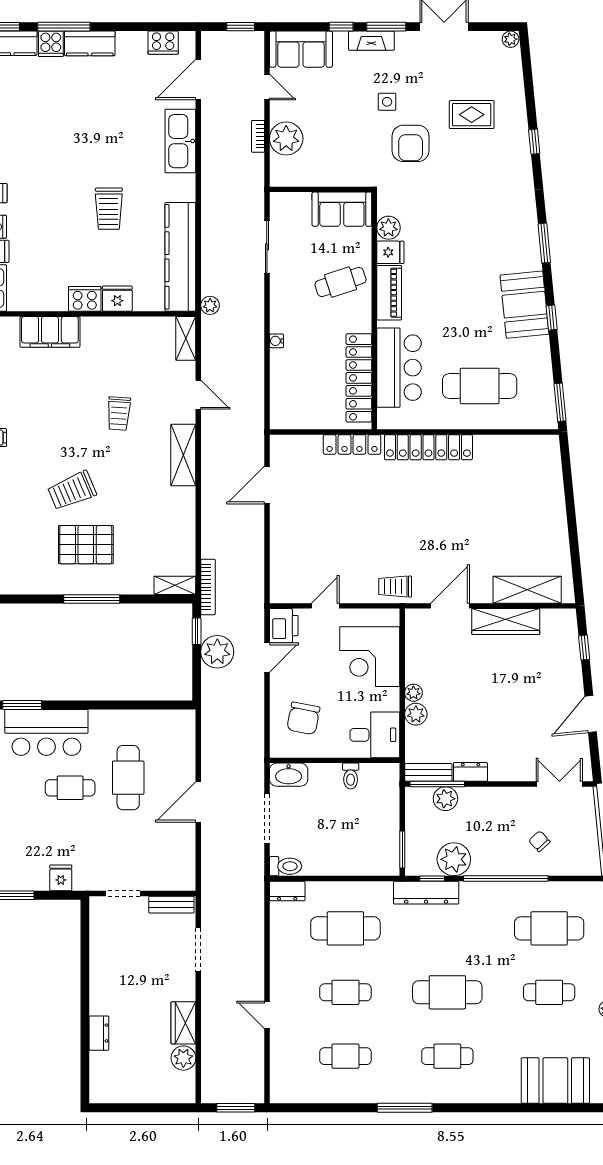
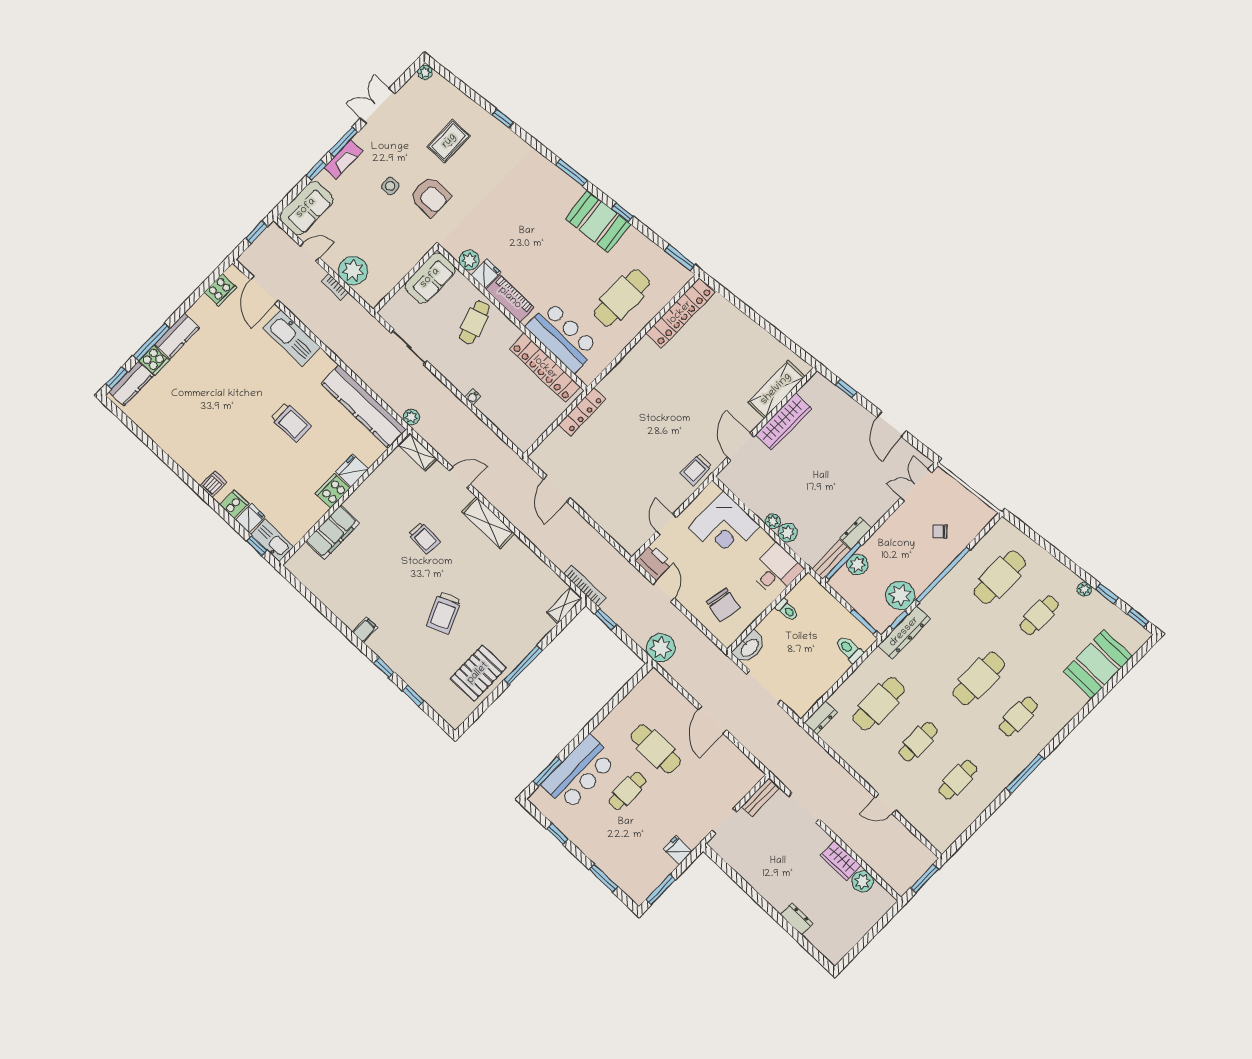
locker: (428, 447) -> (680, 313), moved
pallet: (86, 545) -> (478, 673), moved
plant: (217, 652) -> (661, 648), moved
toilet: (286, 866) -> (849, 649), moved, turned -90

